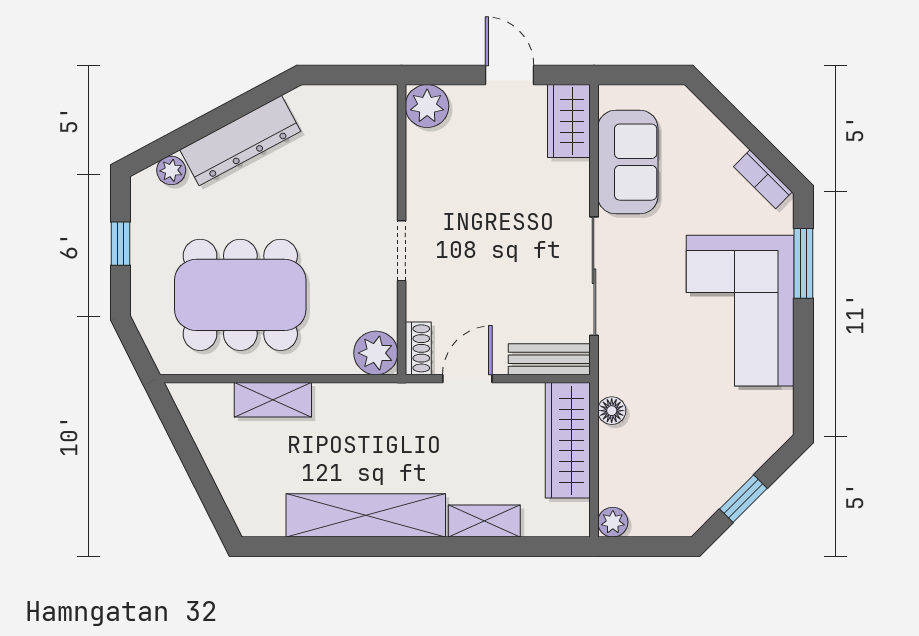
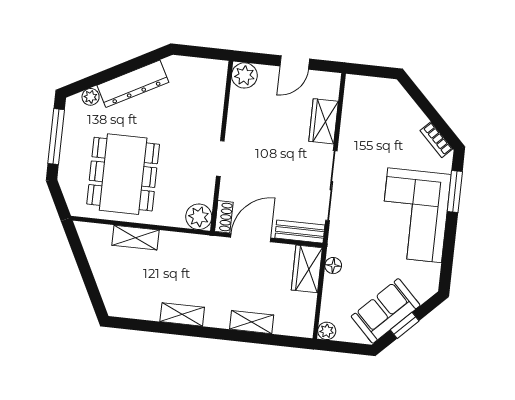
door: (510, 75) -> (295, 63), swing flipped
wardrobe: (569, 121) -> (324, 121), moved
sofa: (628, 162) -> (386, 311), moved, turned -135
window: (120, 244) -> (56, 137), width x2.17
dining table: (240, 295) -> (123, 174), turned 90
door: (467, 379) -> (251, 238), width x1.38
wardrobe: (568, 440) -> (307, 269), width x0.67
shelving: (366, 515) -> (182, 314), width x0.45, depth x0.75

